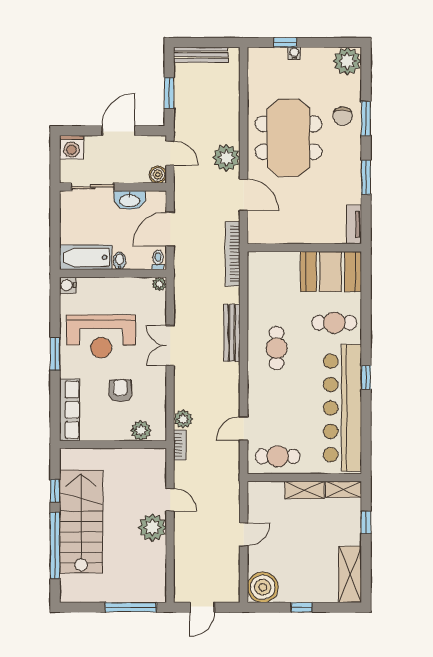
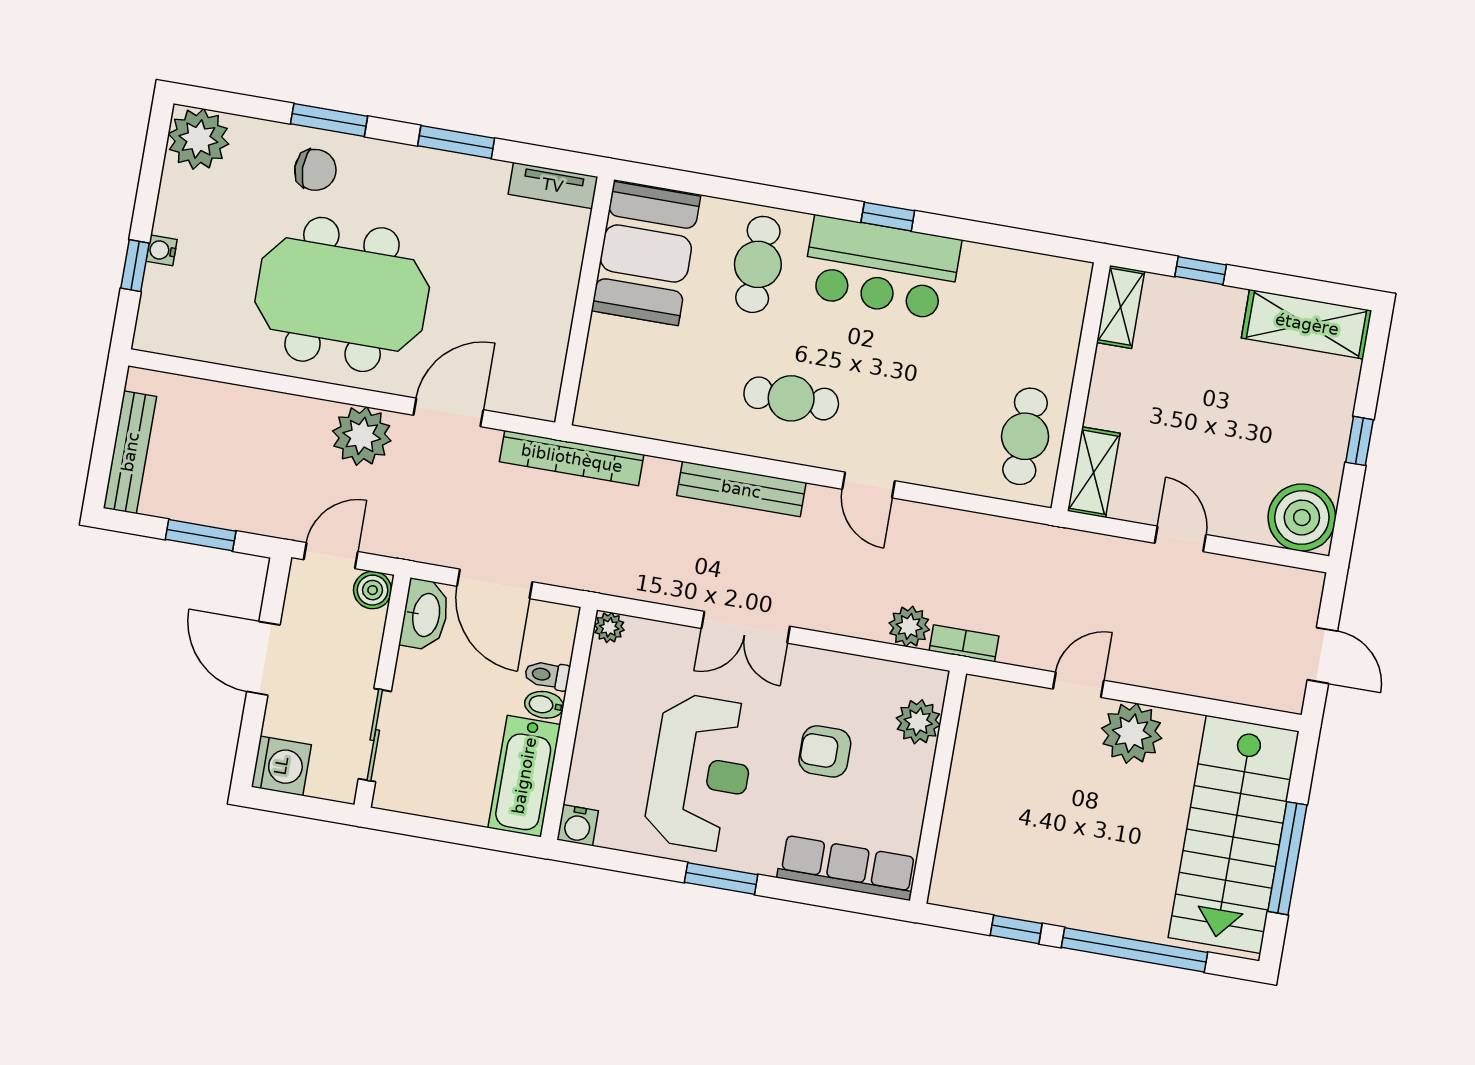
washbasin: (130, 200) -> (425, 615), moved
toilet: (158, 260) -> (547, 675), moved
bar counter: (342, 408) -> (881, 268), width x0.54
door: (244, 428) -> (869, 485), moved
shelving: (304, 490) -> (1094, 472), moved
stairs: (81, 521) -> (1234, 834), moved, turned -90
window: (131, 607) -> (1287, 858), moved

